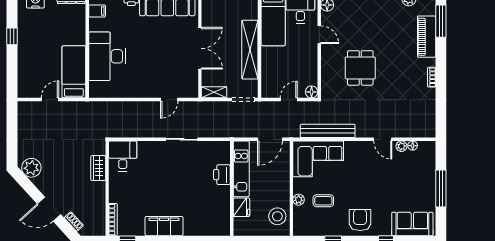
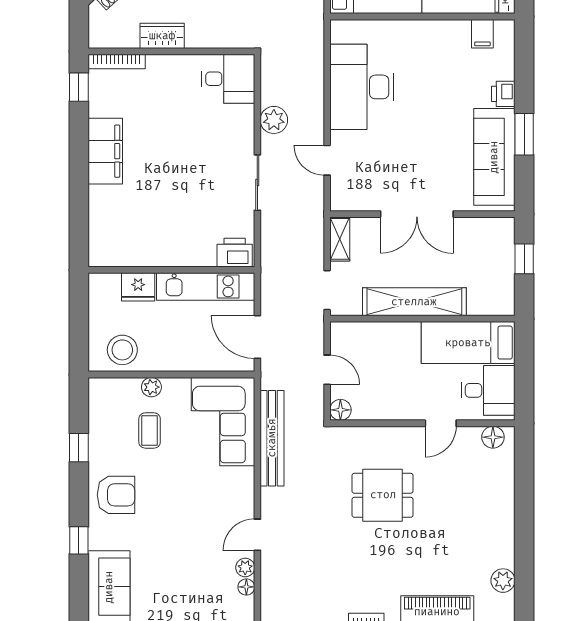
desk: (107, 56) -> (362, 87), moved, turned -90
plant: (146, 130) -> (274, 120), added
wardrobe: (98, 168) -> (162, 36), moved
printer: (222, 175) -> (235, 253), moved

